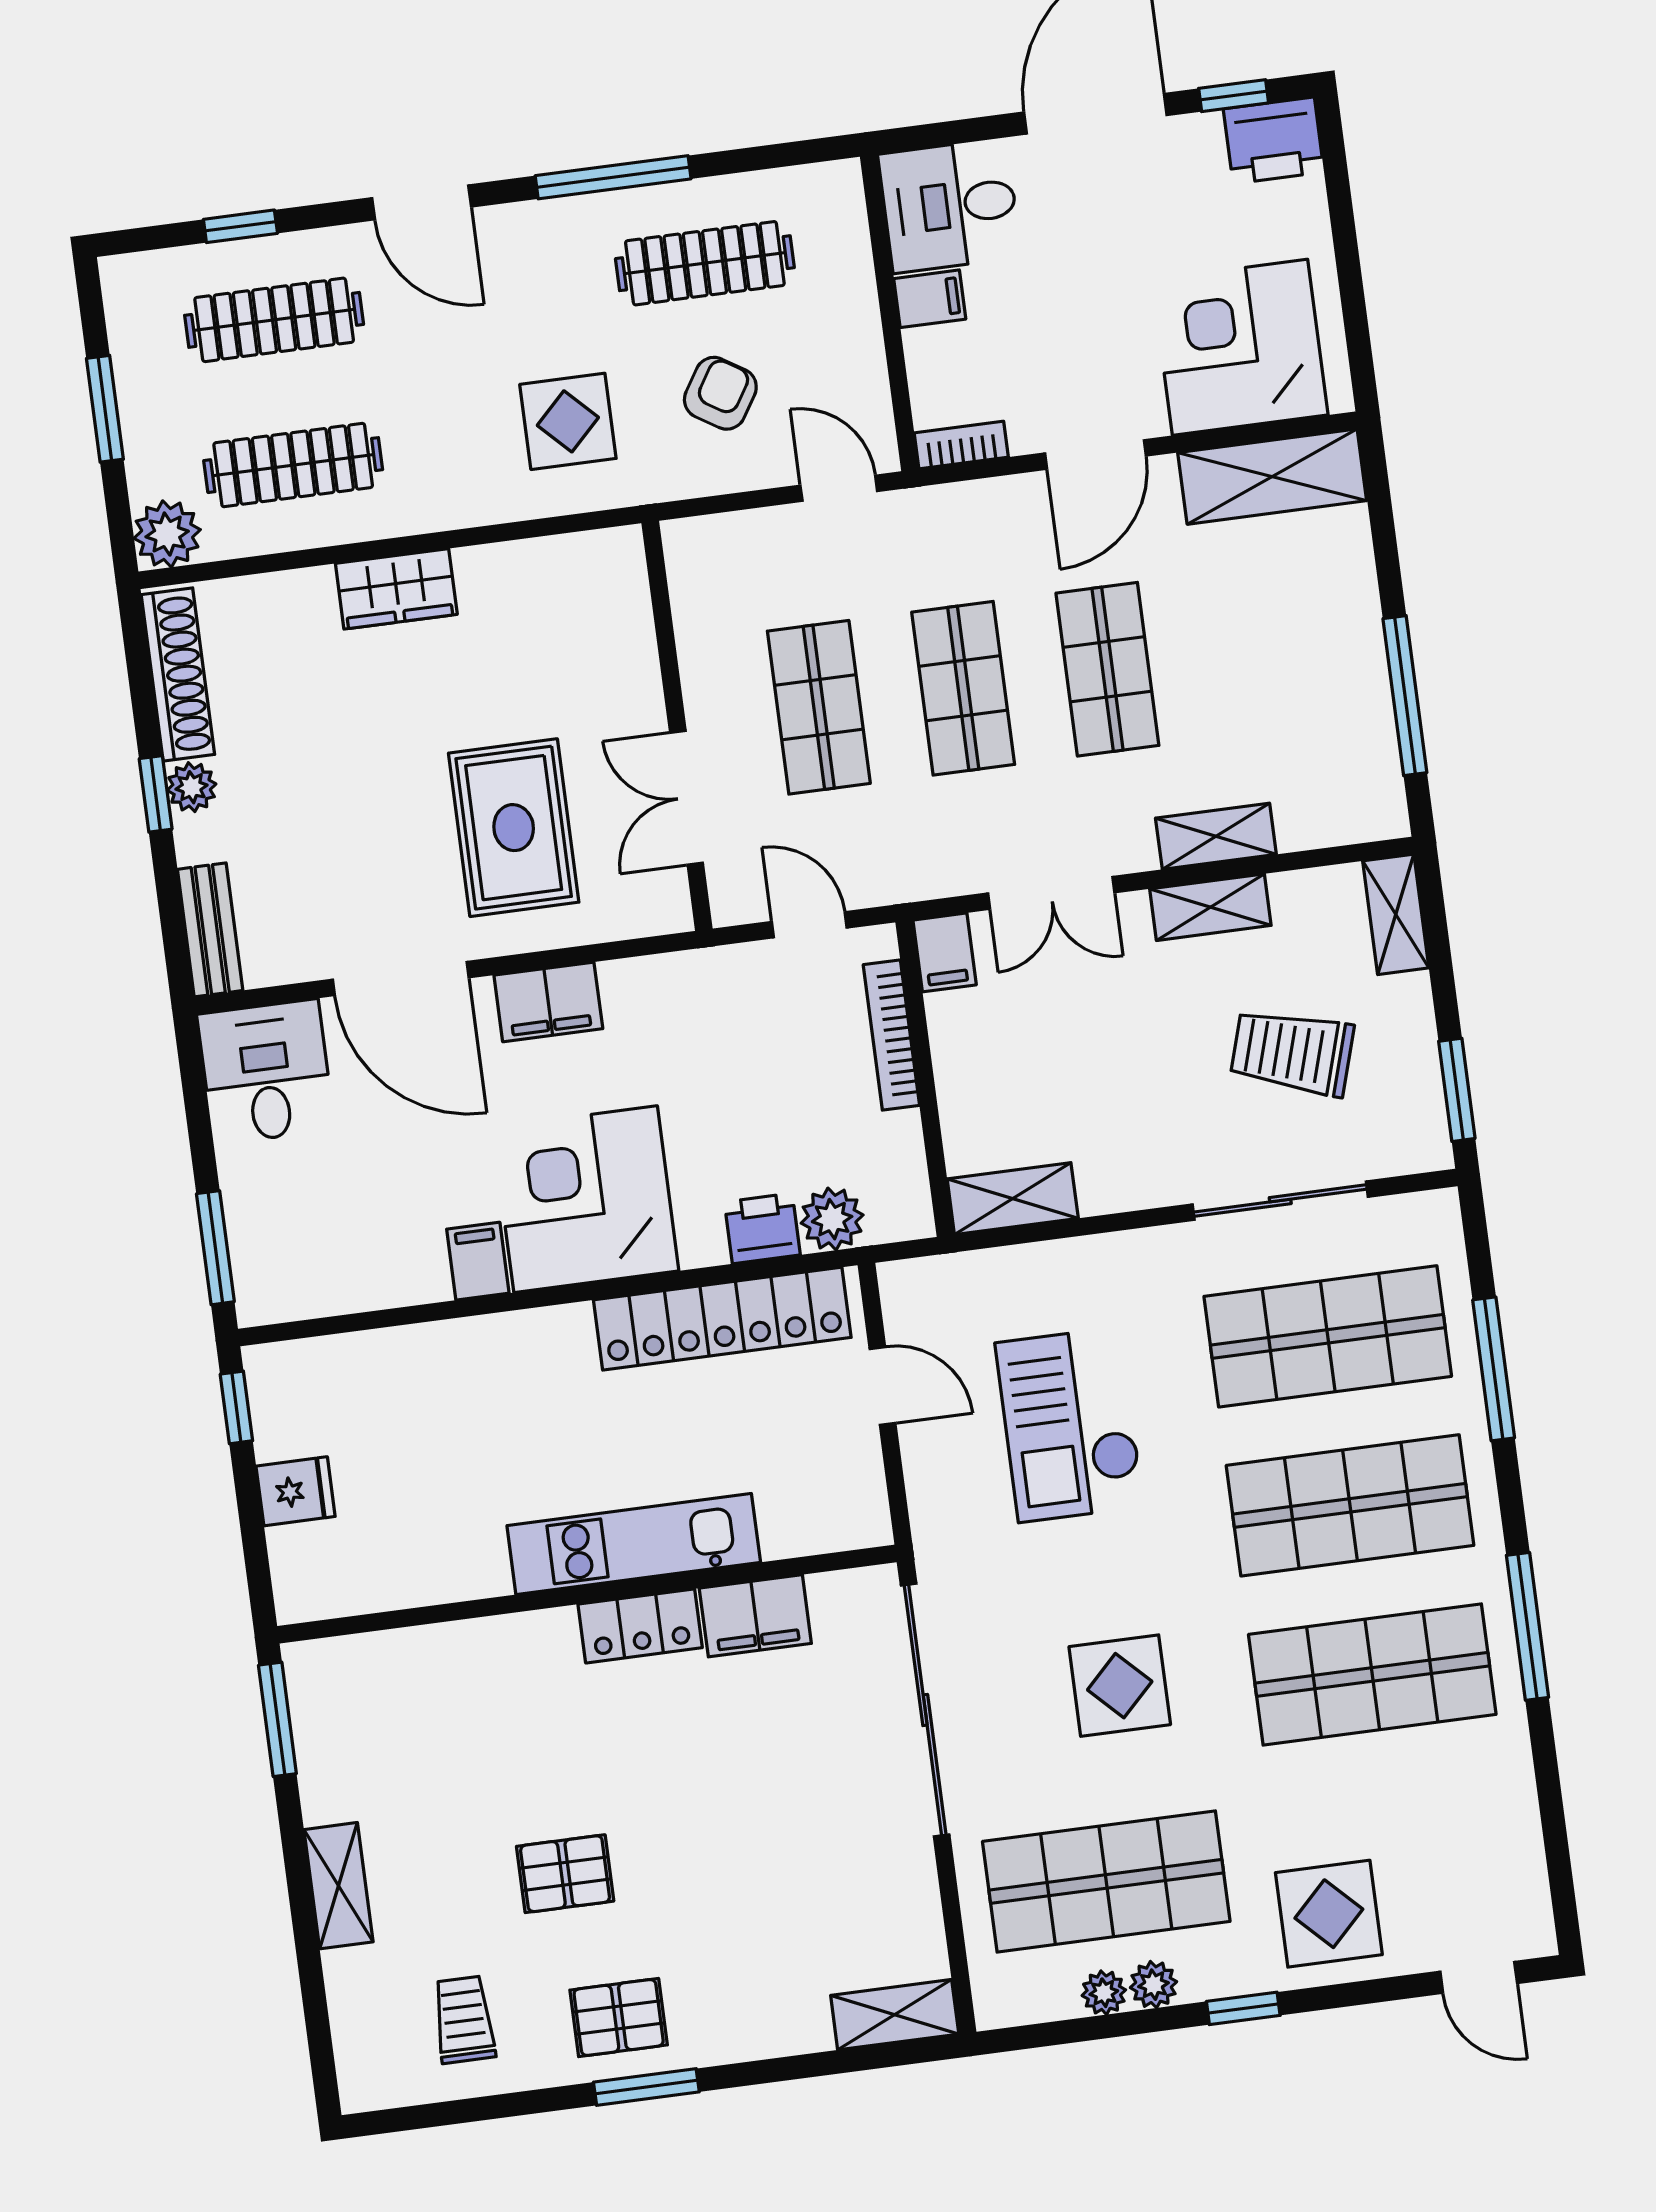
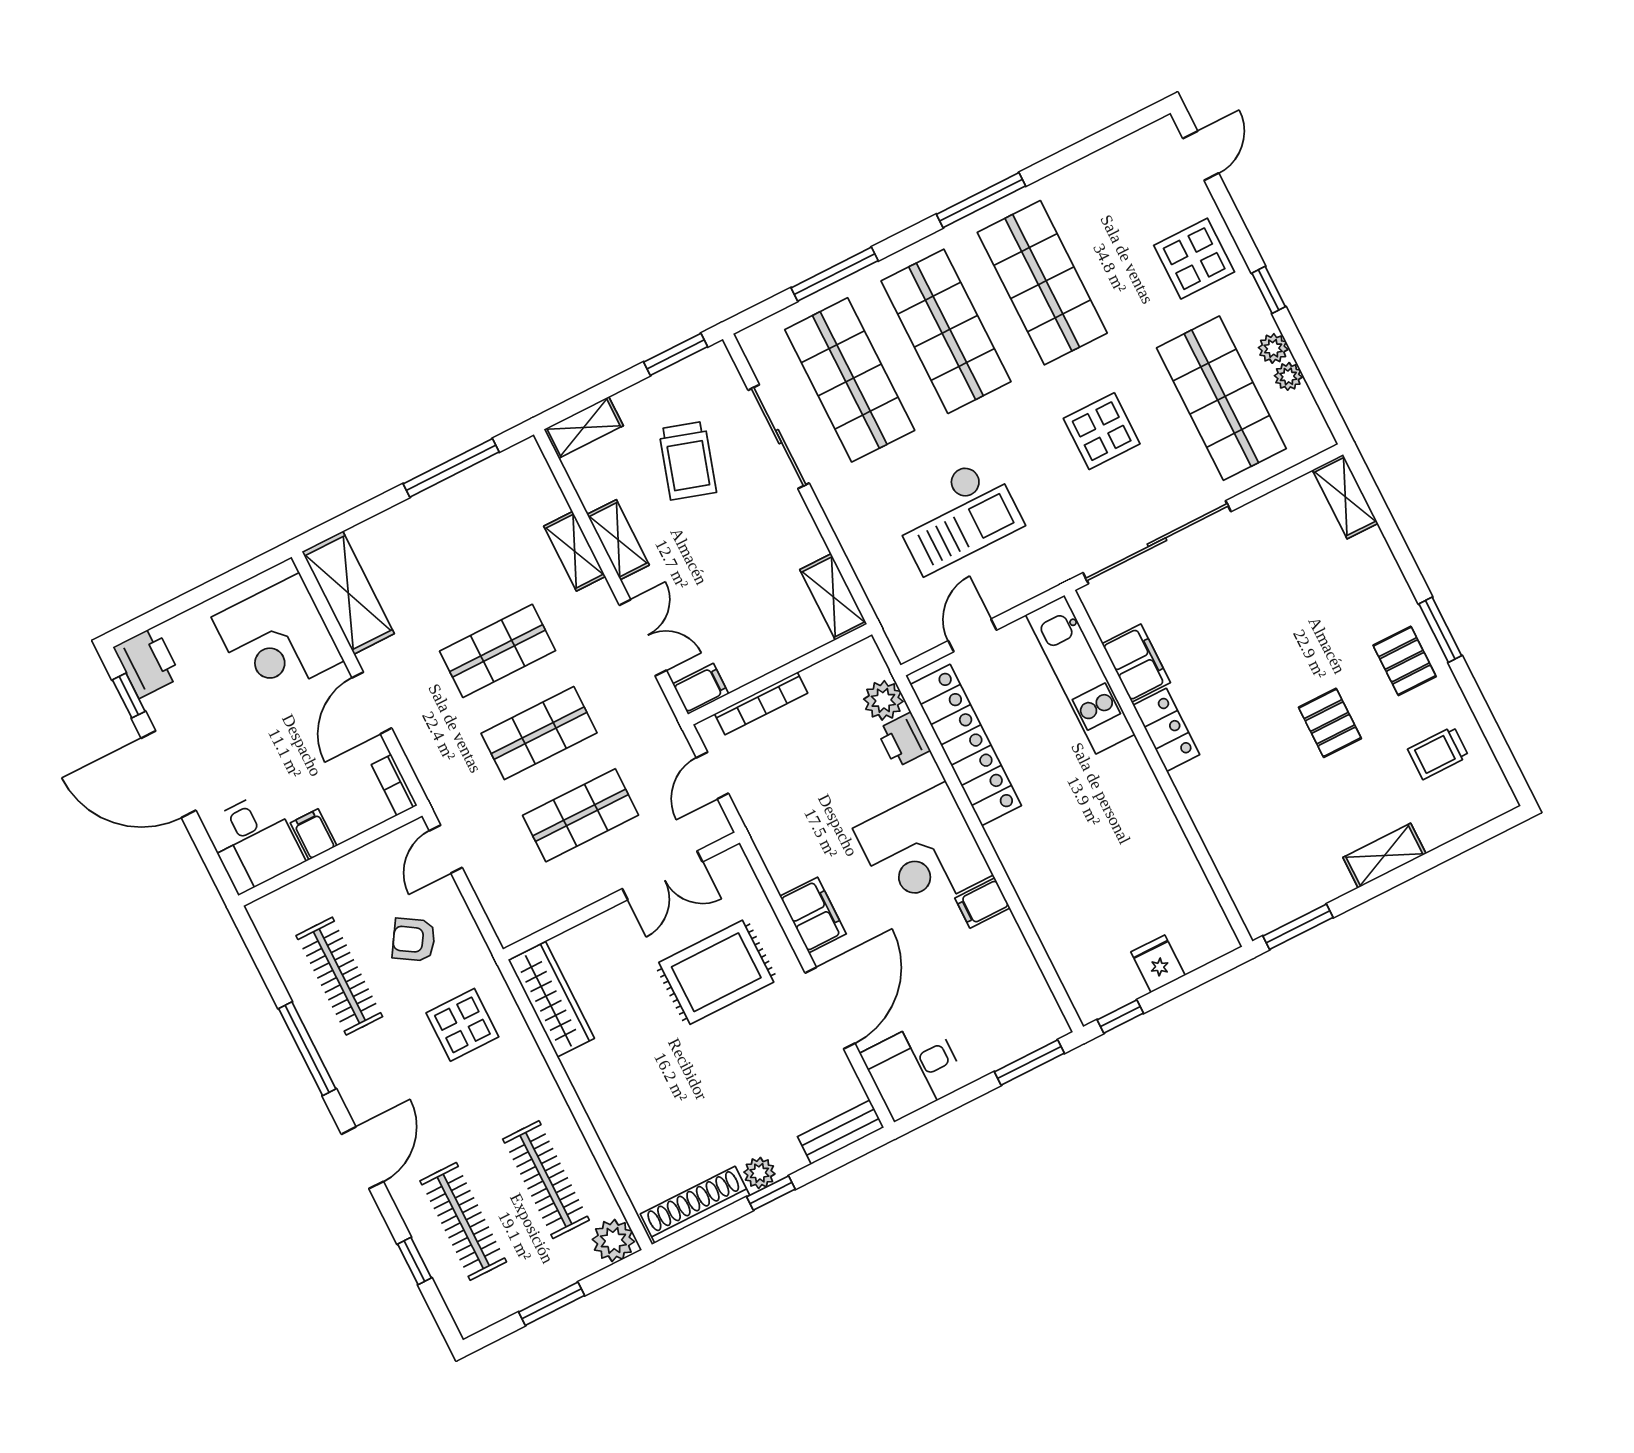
door: (1096, 454) -> (372, 703), swing flipped
wardrobe: (396, 589) -> (551, 999), moved, width x1.50
kitchen unit: (634, 1544) -> (1080, 675), moved

